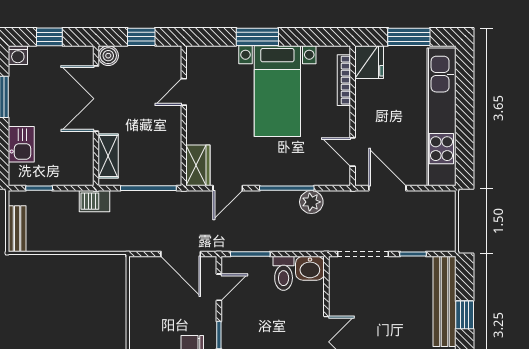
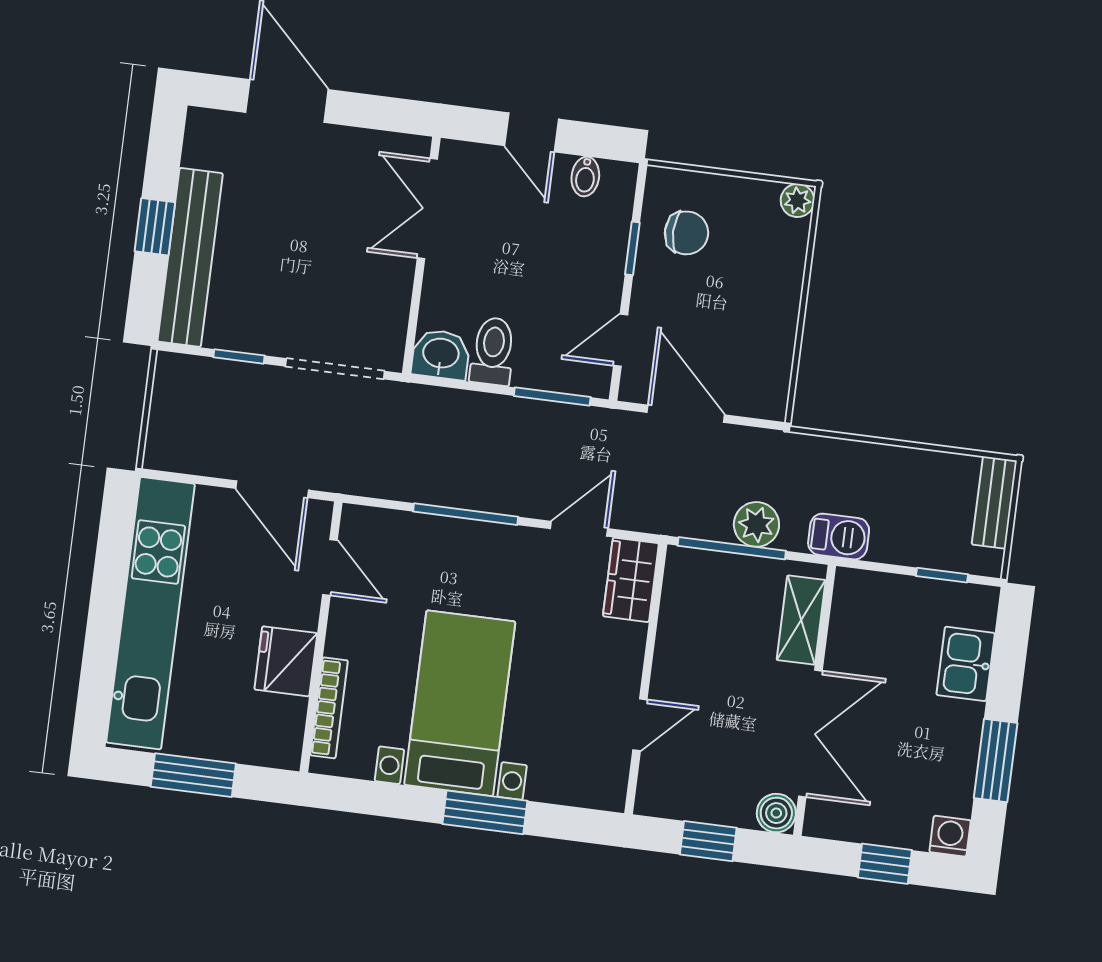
fridge: (369, 62) -> (286, 661), moved
plant: (311, 202) -> (756, 524), moved

